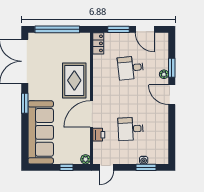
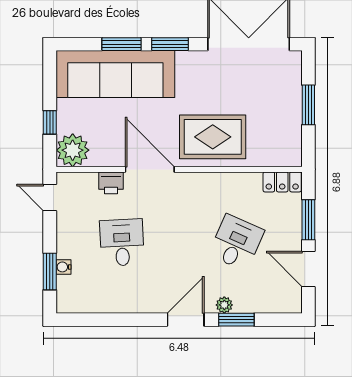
window: (57, 29) -> (308, 105), width x0.47
door: (145, 29) -> (308, 269), hinge flipped
desk: (131, 68) -> (236, 243), turned 30
window: (25, 129) -> (122, 44), added
plant: (86, 159) -> (73, 150), width x1.88, depth x1.88

